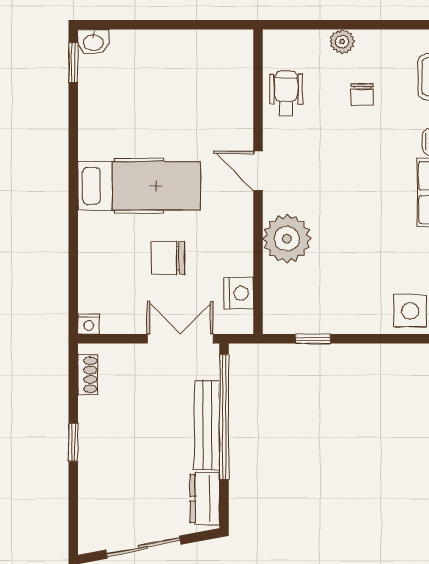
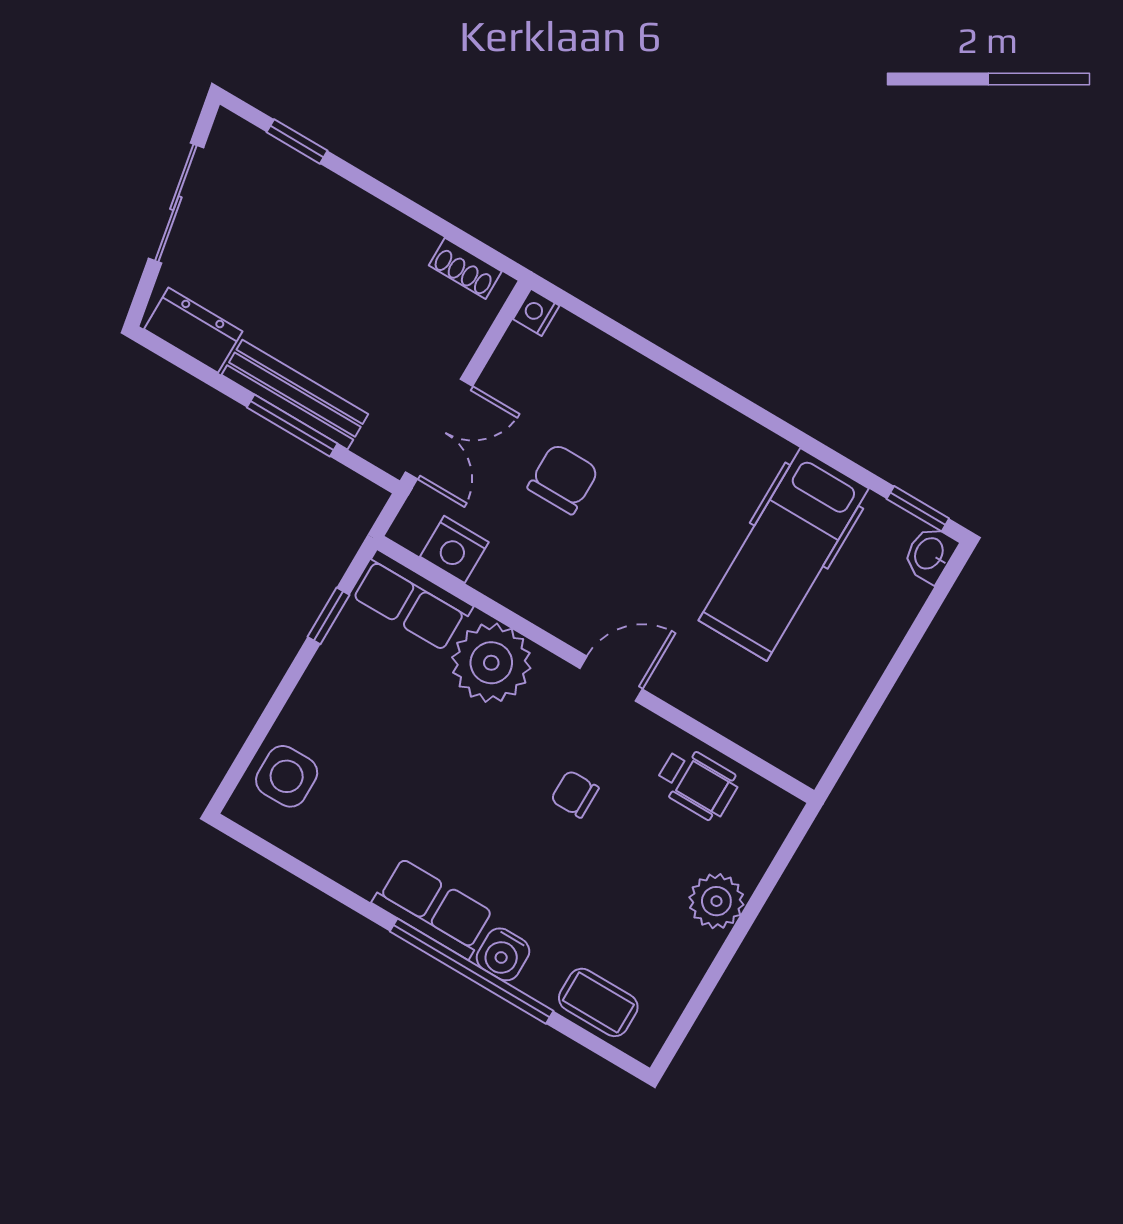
plant: (342, 42) -> (716, 901), width x1.38, depth x1.38
chair: (362, 95) -> (575, 794), moved
hospital bed: (139, 186) -> (784, 554), moved
row of seats: (279, 300) -> (412, 601), added
window: (224, 417) -> (292, 426), width x0.47
window: (73, 442) -> (297, 141), moved

